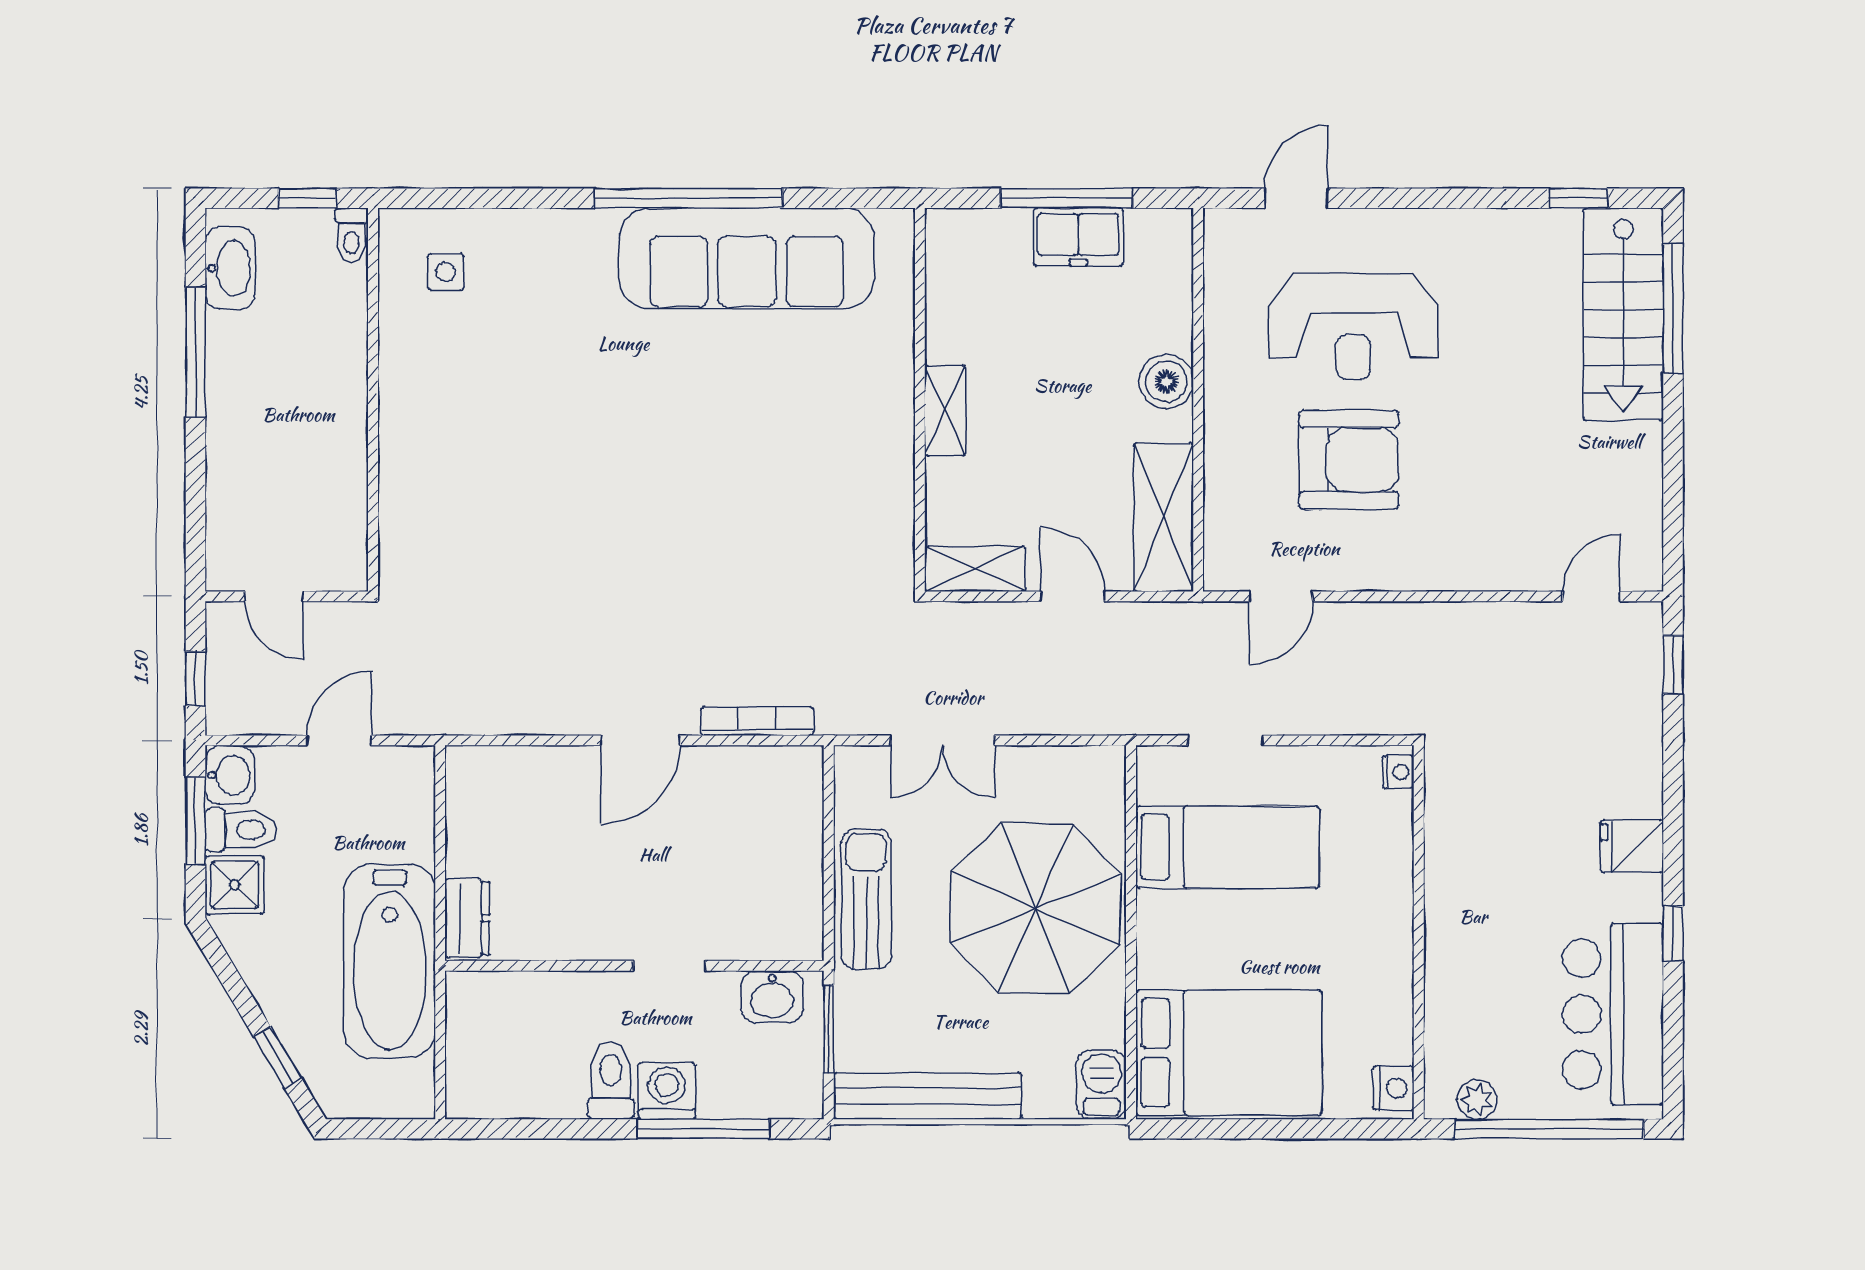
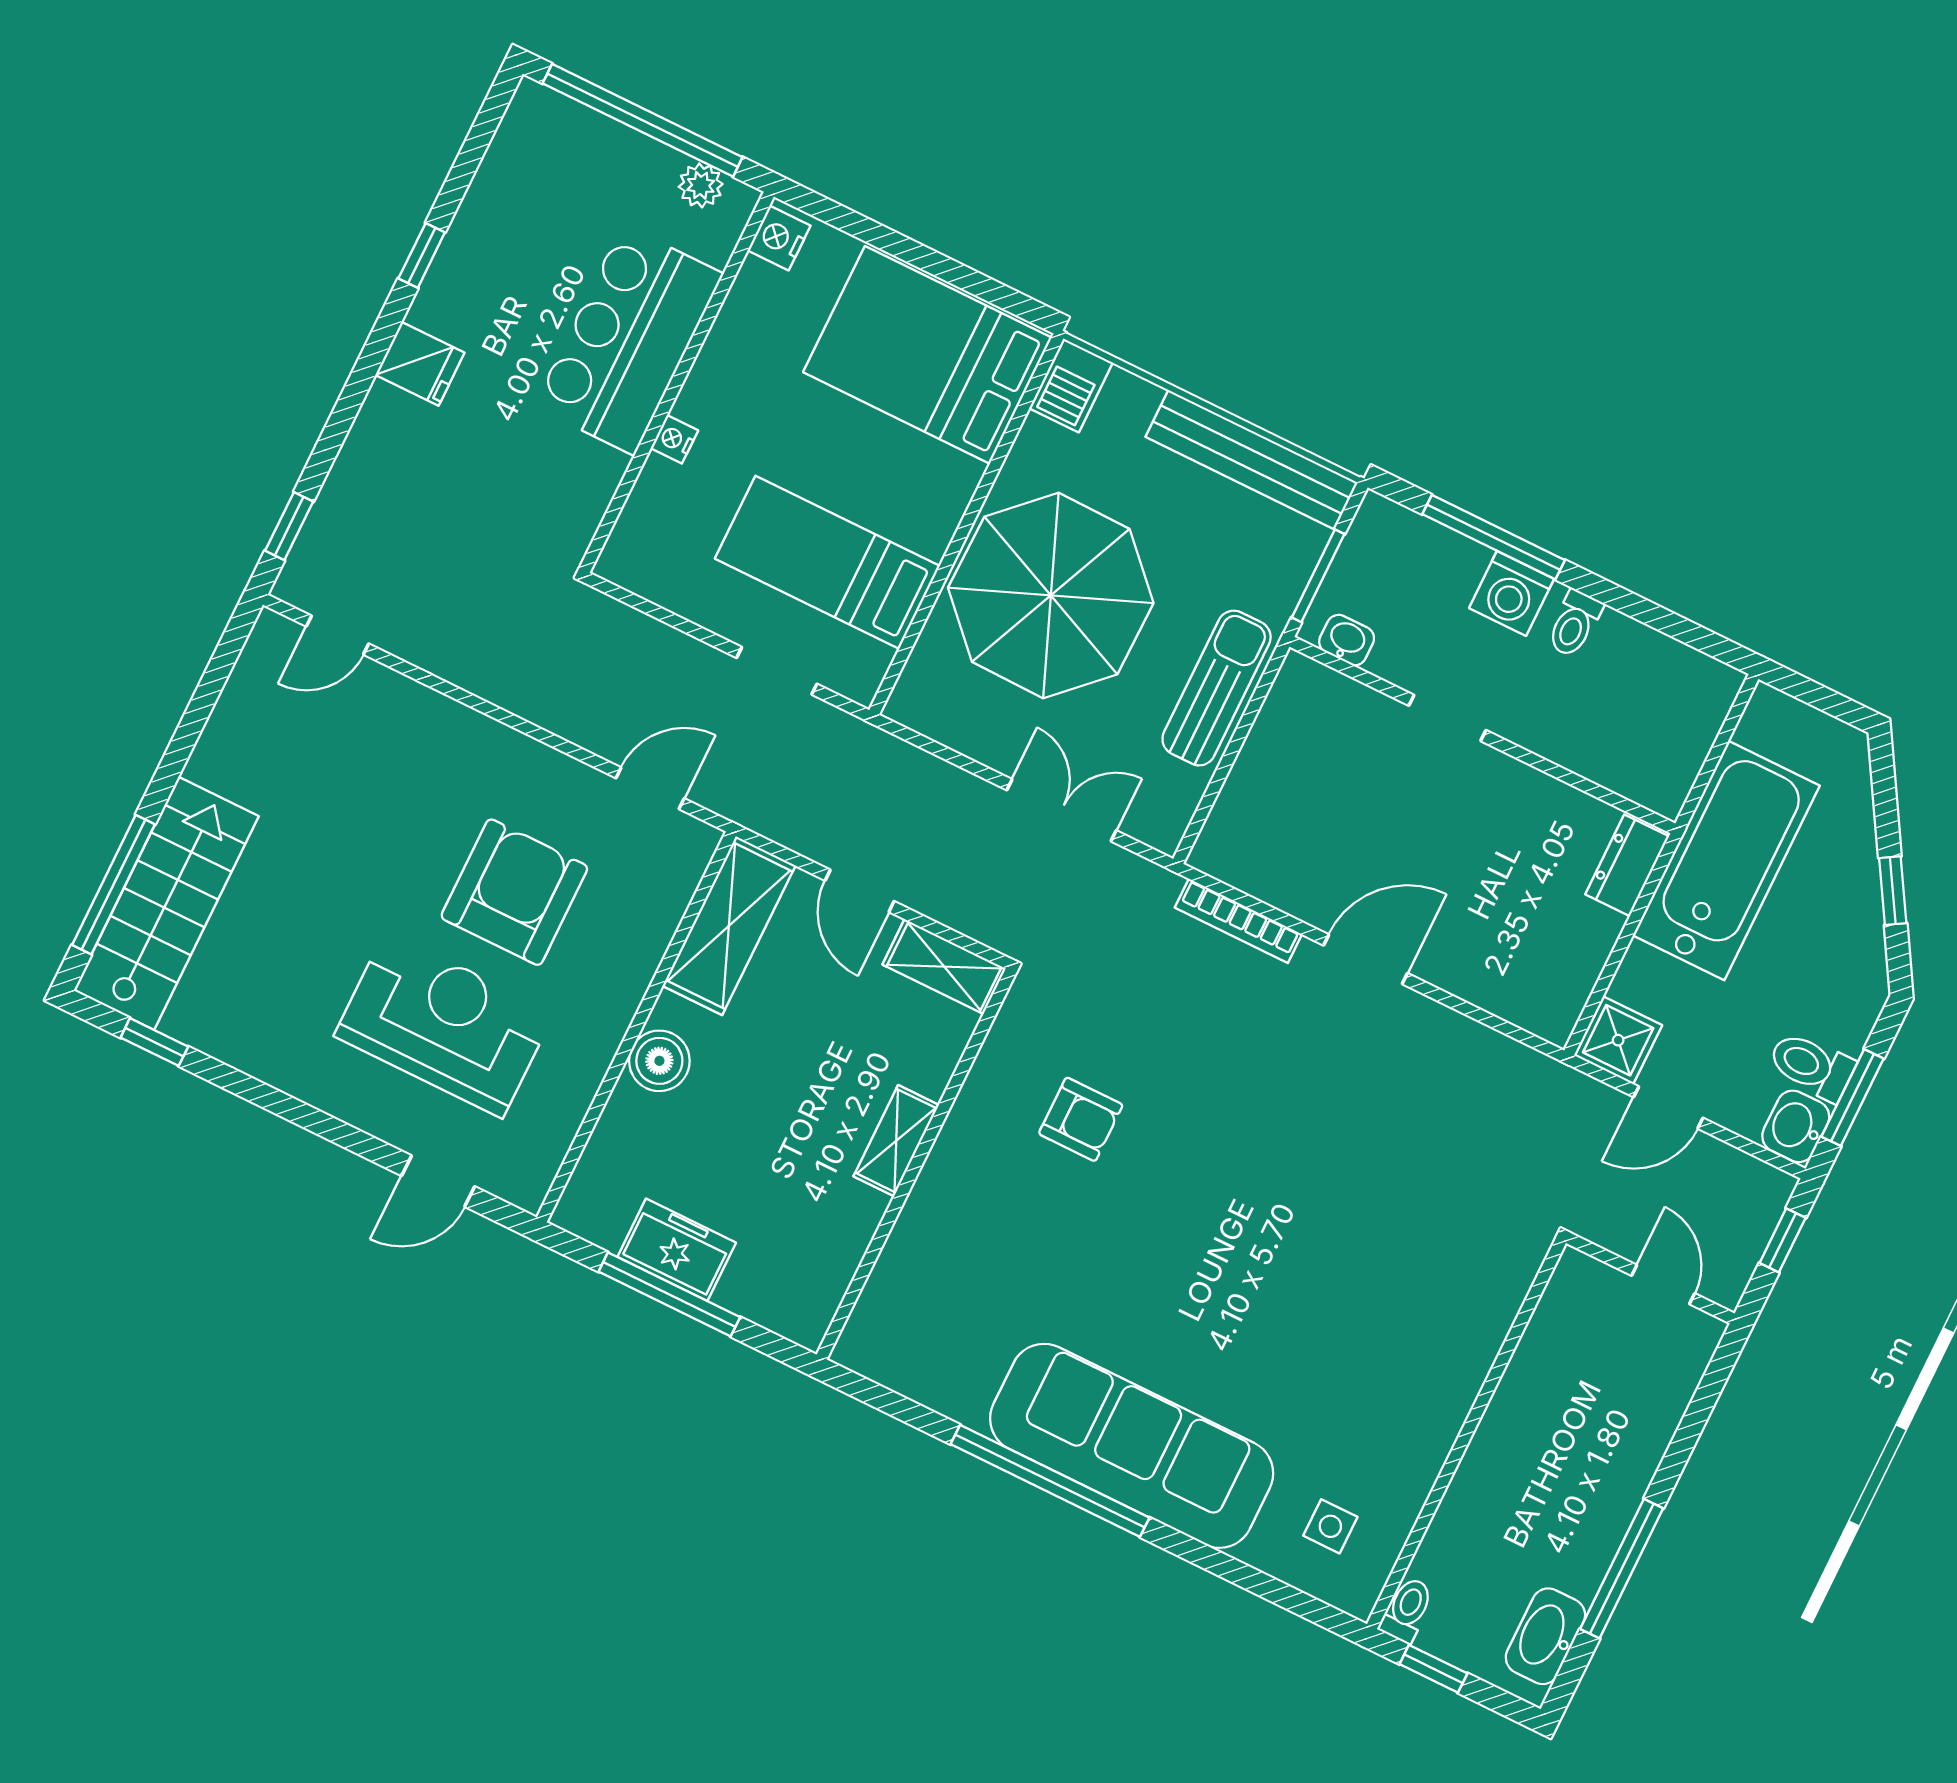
sofa: (747, 258) -> (1132, 1446), moved
armchair: (1349, 460) -> (514, 892), turned 90
armchair: (806, 500) -> (1081, 1119), added
nightstand: (1398, 772) -> (674, 439), moved
shower: (235, 885) -> (1618, 1040), moved
sun lounger: (866, 899) -> (1217, 688), turned 180
washbasin: (772, 997) -> (1347, 640), width x0.72, depth x0.69
bar counter: (1613, 1014) -> (629, 340), moved, turned 180
window: (277, 1057) -> (1893, 891), moved
toilet: (611, 1081) -> (1574, 624), width x0.73, depth x0.72

